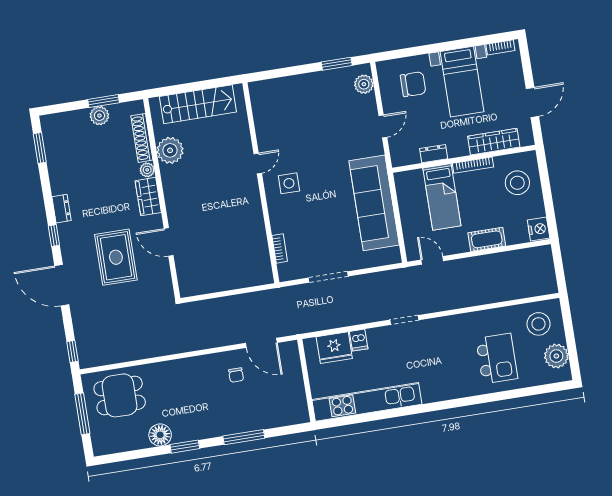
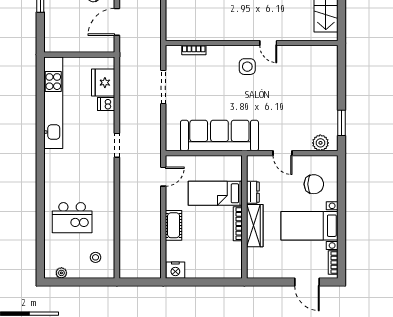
chair: (413, 84) -> (314, 184), turned -90
door: (532, 102) -> (307, 282), moved
wardrobe: (494, 142) -> (255, 226), moved
stool: (517, 183) -> (217, 259), removed
stool: (539, 324) -> (96, 257), width x0.53, depth x0.53
plant: (556, 356) -> (61, 273), width x0.53, depth x0.53

